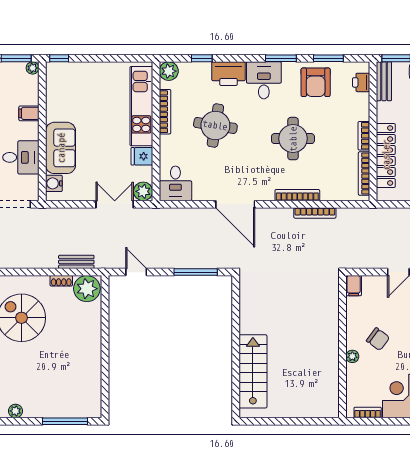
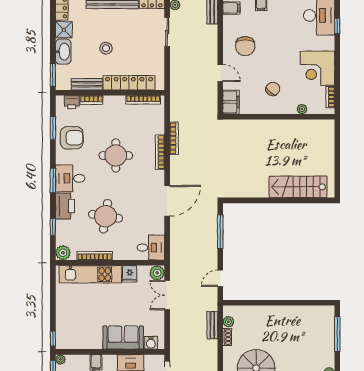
window: (281, 58) -> (53, 180), moved
bench: (384, 81) -> (87, 84), moved
bookcase: (364, 136) -> (91, 100), moved
filing cabinet: (354, 286) -> (231, 102), width x2.00
plant: (87, 289) -> (228, 322), width x0.53, depth x0.53
plant: (352, 356) -> (302, 109), moved

